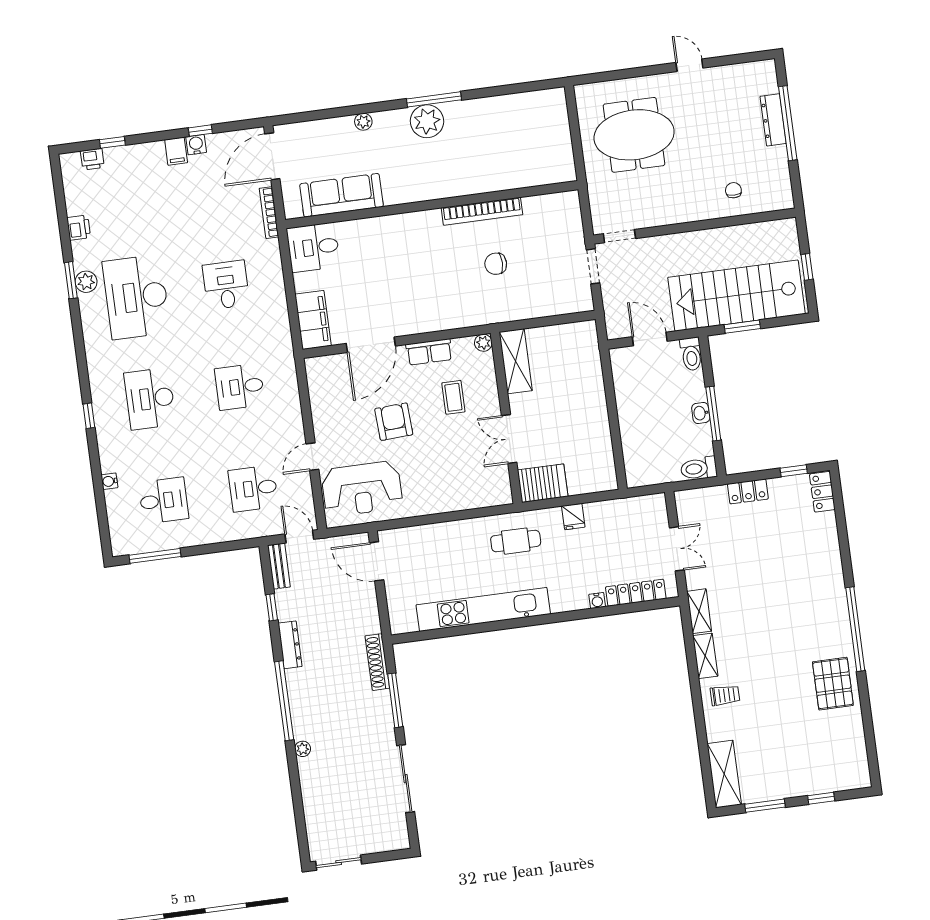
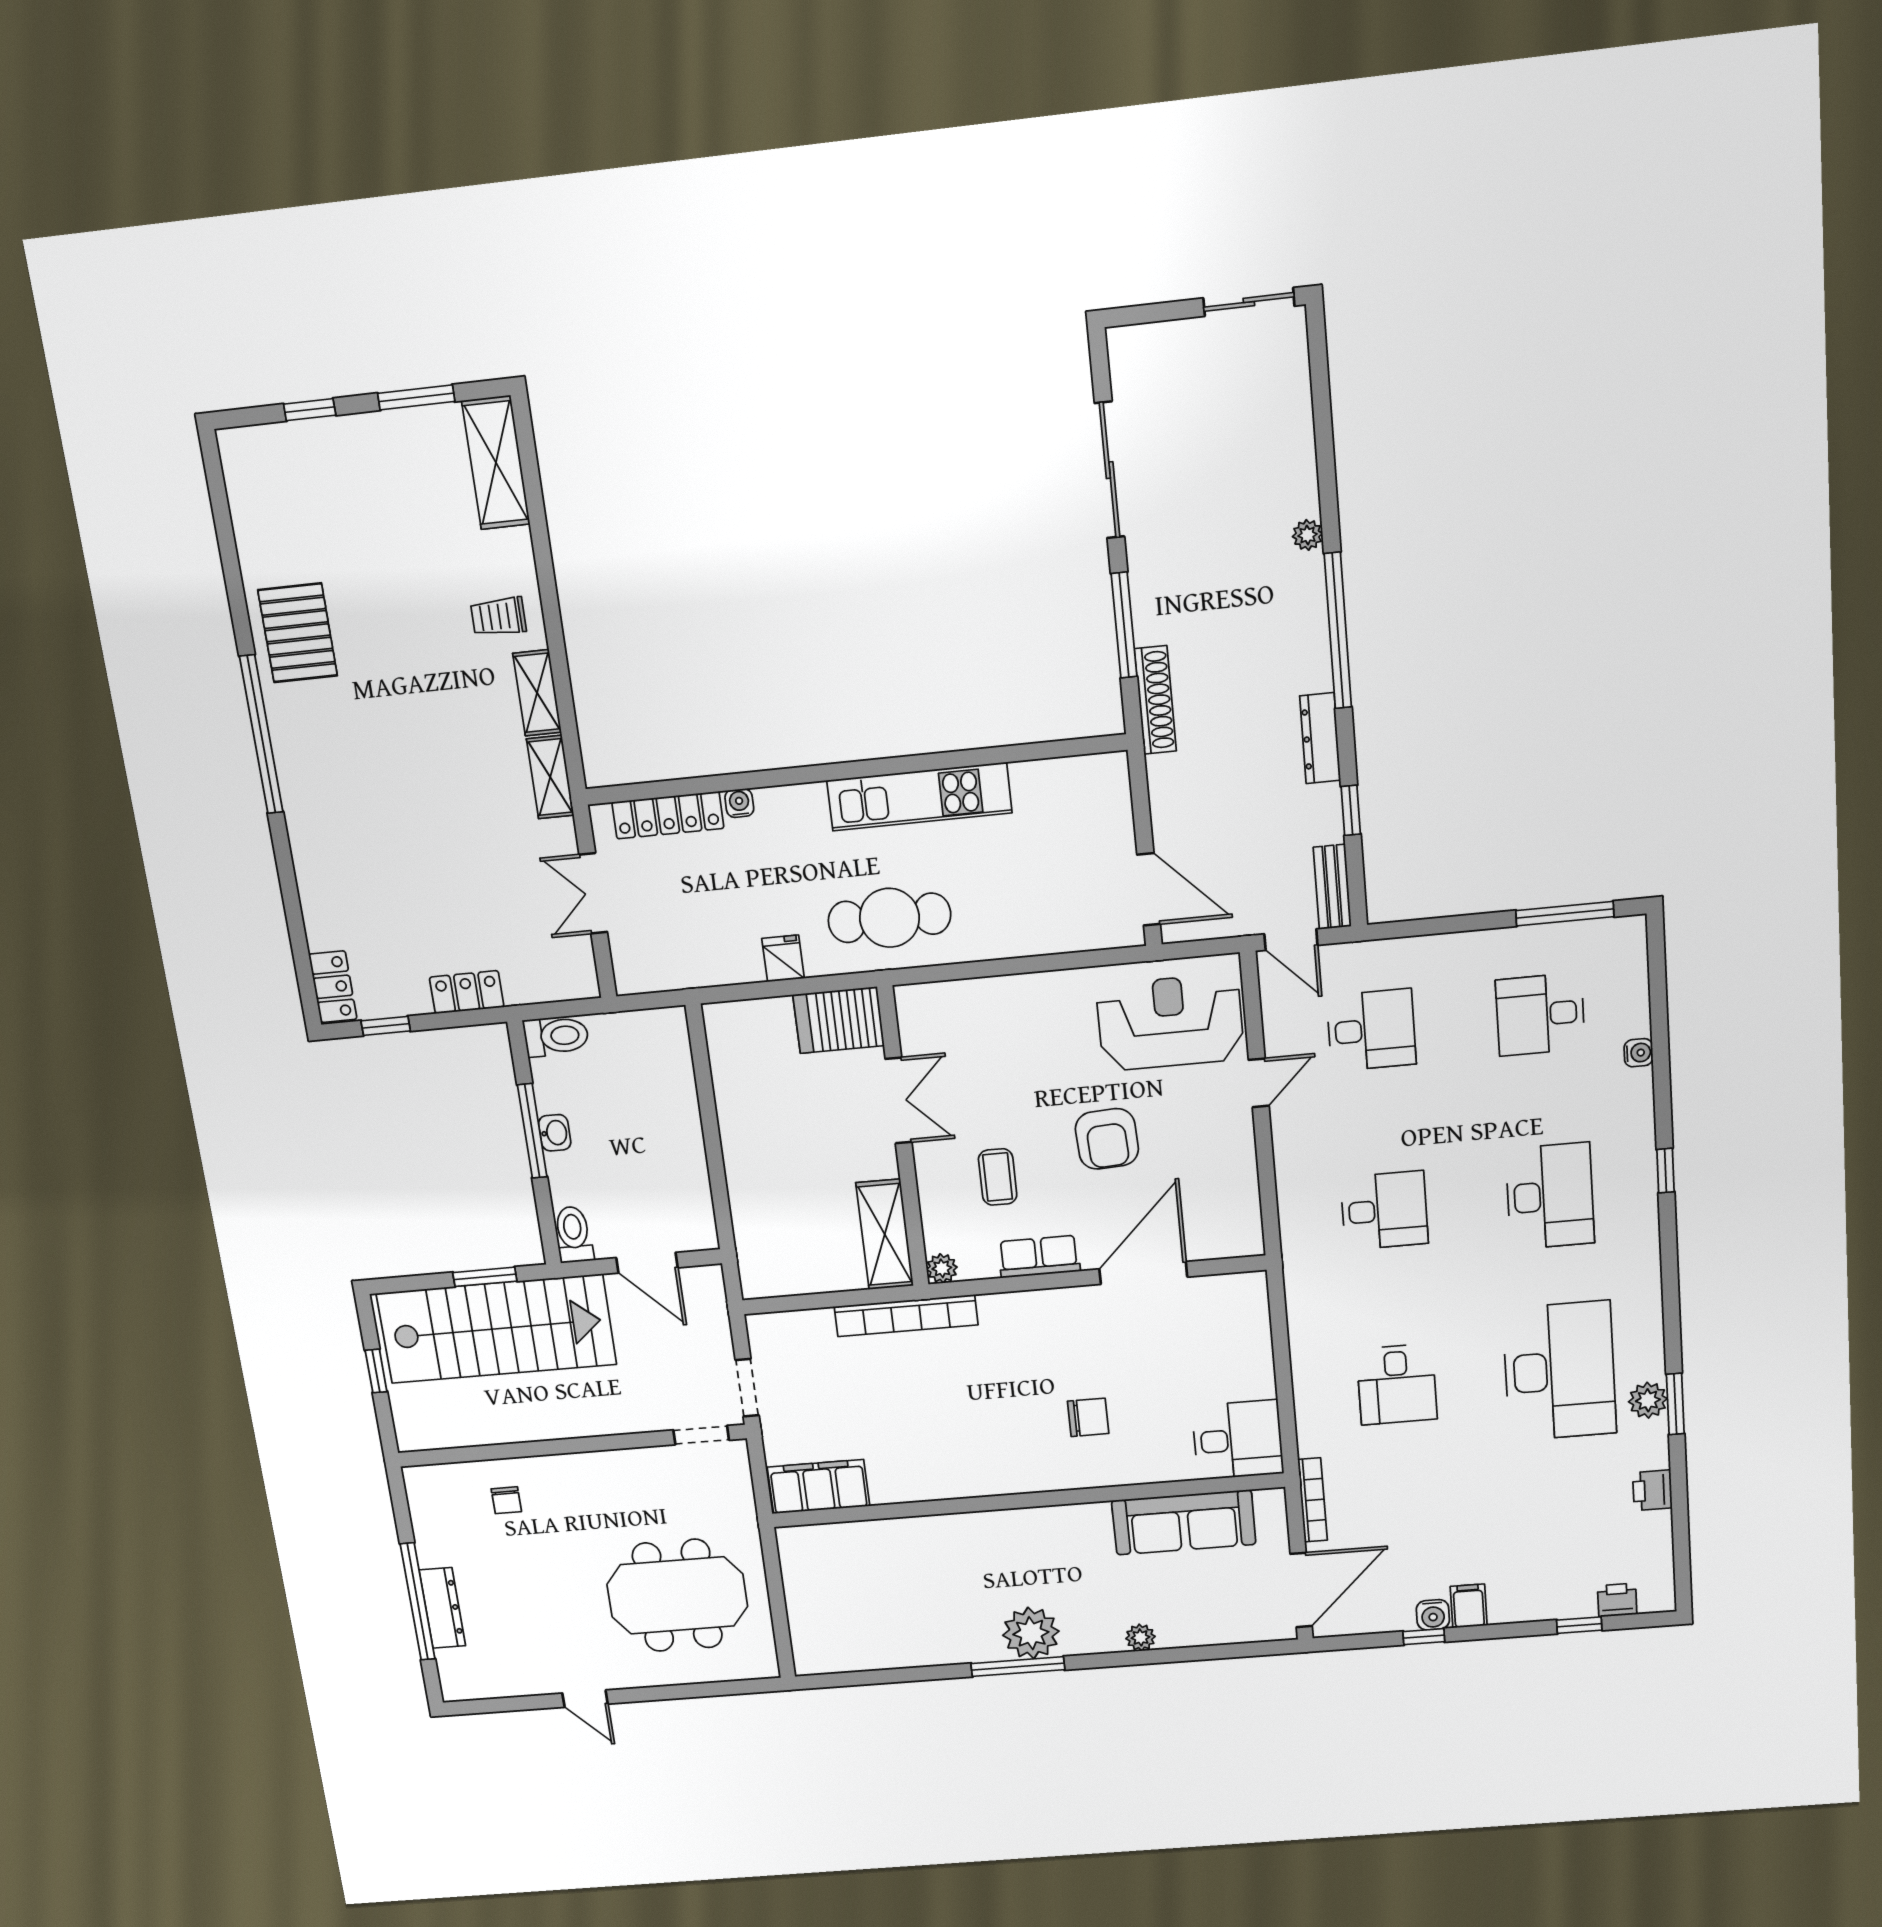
bookcase: (482, 211) -> (906, 1316), moved, turned 180
chair: (496, 264) -> (1088, 1417), moved
filing cabinet: (313, 320) -> (818, 1487), moved, turned 90
cafe table: (516, 541) -> (889, 918), width x1.37, depth x1.35
kitchen unit: (483, 609) -> (919, 797), width x0.73

